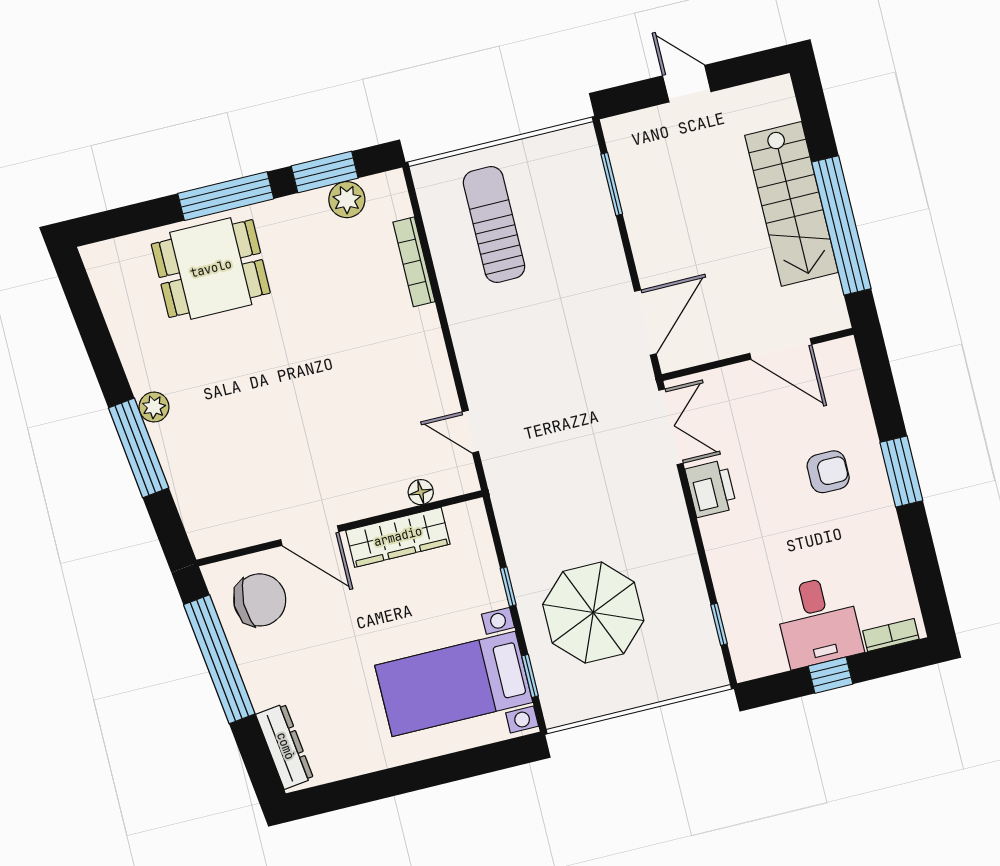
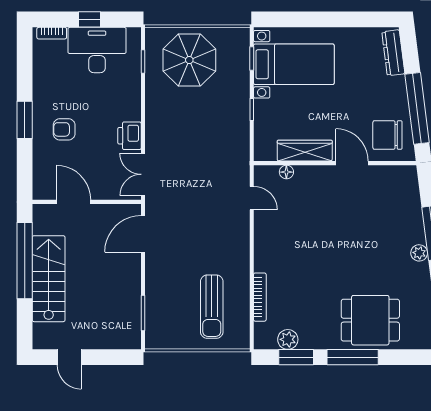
door: (687, 84) -> (69, 357), moved
parasol: (593, 613) -> (189, 60), moved
desk: (818, 621) -> (97, 50), width x1.37

